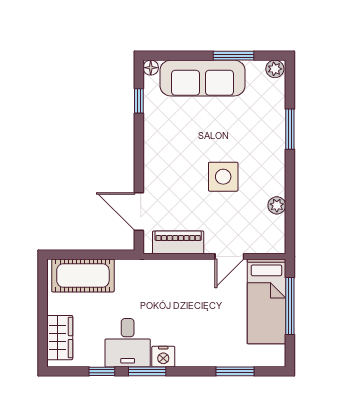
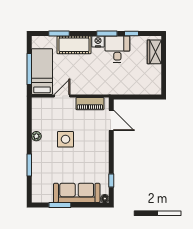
plant: (275, 69) -> (37, 198), removed
plant: (277, 205) -> (36, 136), moved
cot: (83, 275) -> (74, 45), moved

